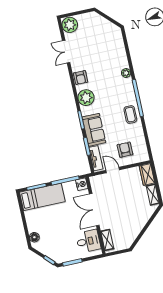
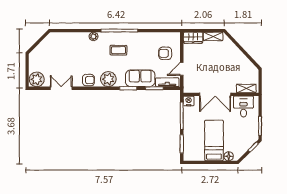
double door: (66, 52) -> (61, 88), swing flipped
coffee table: (130, 115) -> (118, 50), moved
bed: (42, 197) -> (214, 140), moved

